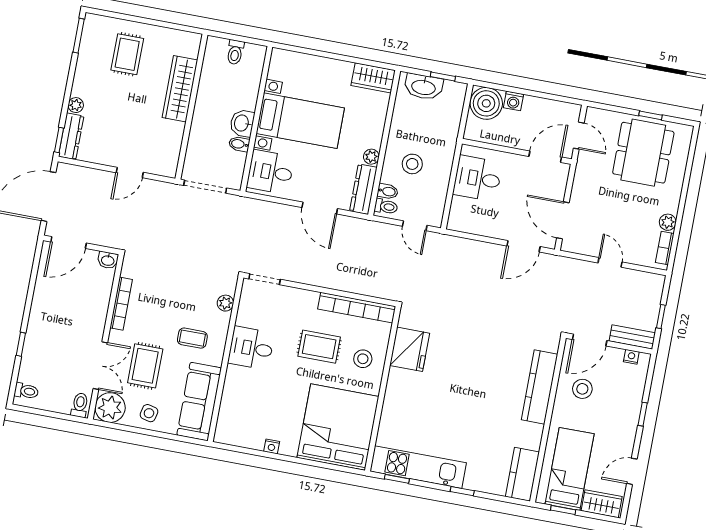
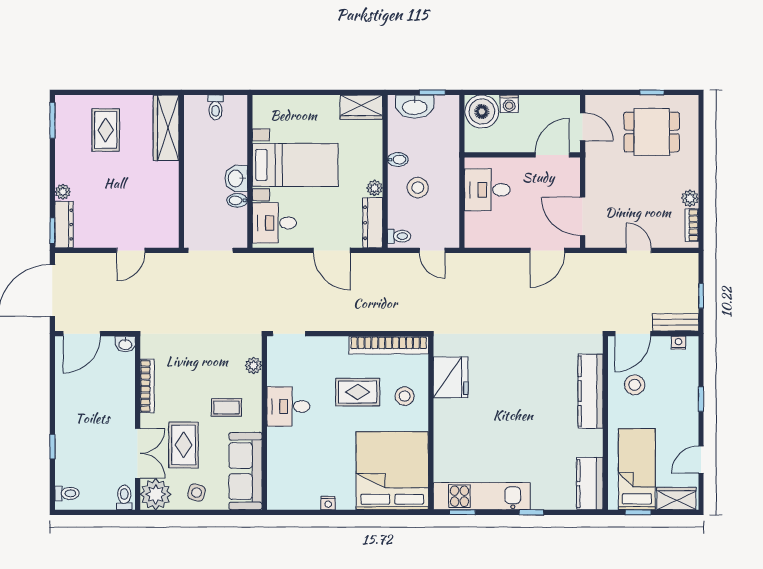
wardrobe: (180, 89) -> (166, 128), moved
dining table: (643, 153) -> (652, 132), width x0.73
bidet: (388, 191) -> (398, 160), moved

